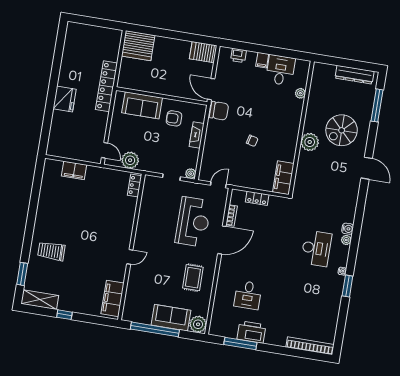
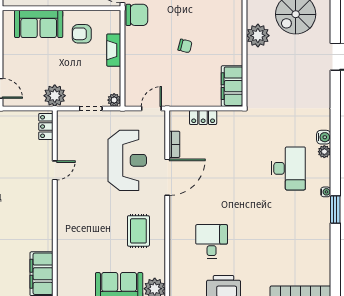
plant: (130, 160) -> (55, 96), moved
door: (130, 257) -> (55, 170), moved
desk: (248, 295) -> (212, 241), turned 180

